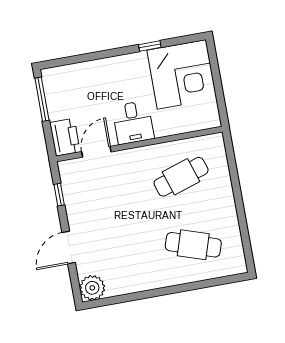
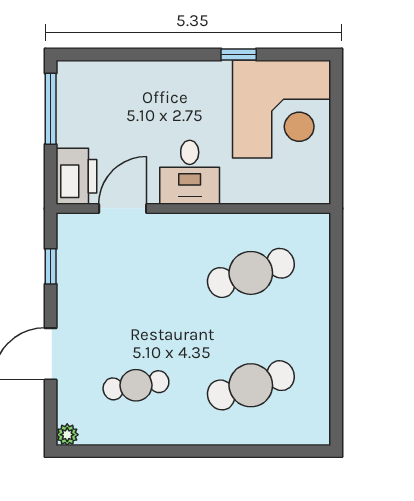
cafe table: (193, 245) -> (251, 385), turned -36
cafe table: (124, 257) -> (136, 385), added
plant: (92, 288) -> (67, 435), width x0.53, depth x0.53

